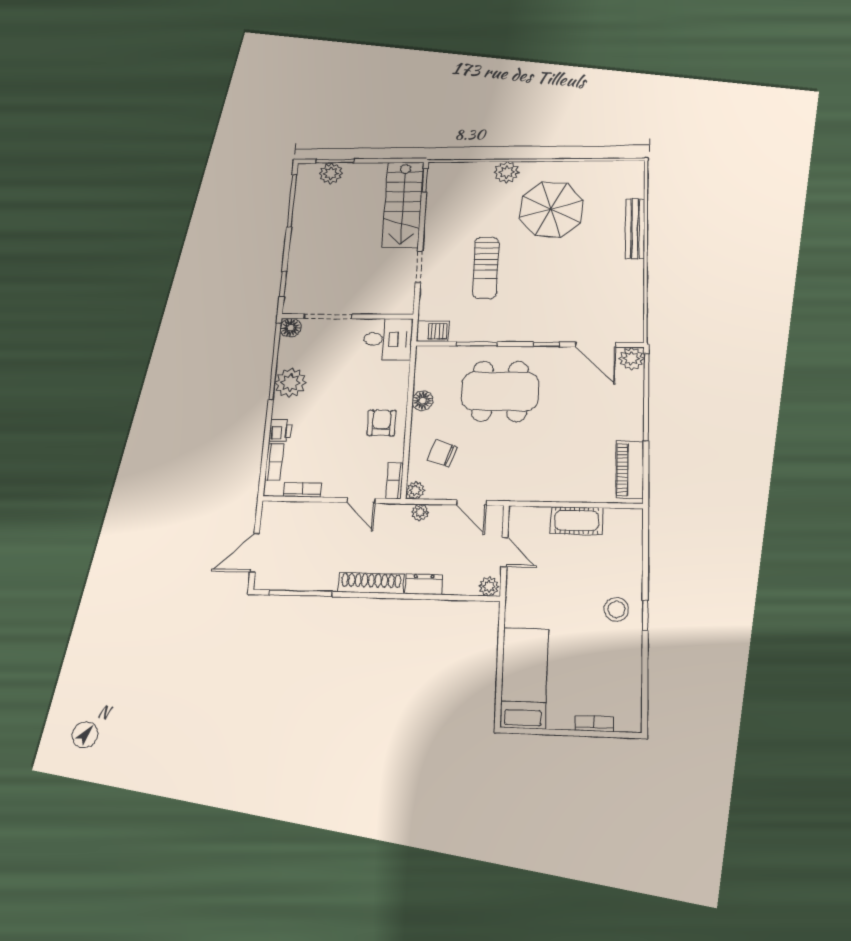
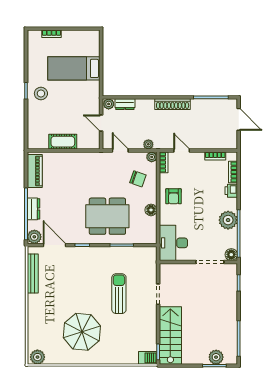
plant: (507, 172) -> (37, 357), moved
bench: (635, 228) -> (33, 274), moved
barbecue: (433, 331) -> (148, 358), moved, turned 180
desk: (388, 339) -> (173, 243), width x1.37
dresser: (632, 405) -> (33, 209), added
door: (255, 553) -> (239, 119), hinge flipped
dresser: (424, 584) -> (125, 104), moved
bed: (524, 678) -> (74, 68), moved, turned 90

